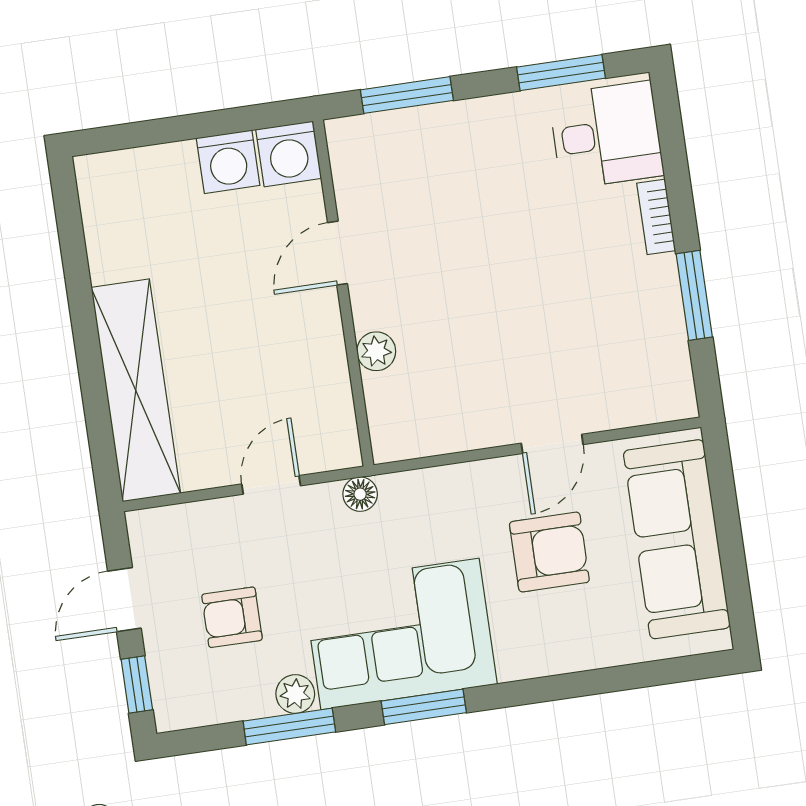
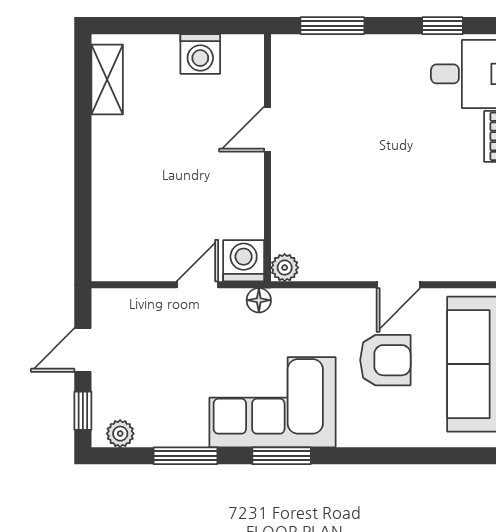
window: (561, 73) -> (443, 26), width x0.67
washing machine: (289, 154) -> (244, 261), moved, turned 180
plant: (376, 351) -> (285, 268), moved
shelving: (136, 390) -> (107, 80), moved, width x0.45, depth x0.75
armchair: (232, 617) -> (156, 373), removed
plant: (295, 694) -> (120, 434), moved

